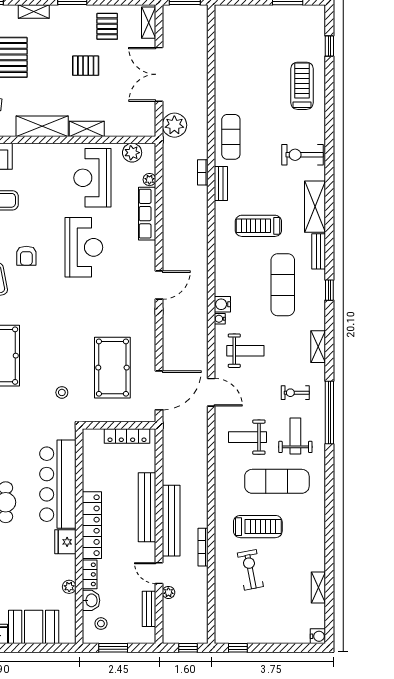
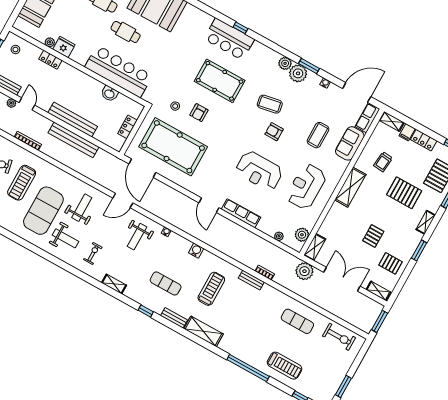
shelving: (87, 129) -> (315, 247), moved
exercise mat: (231, 137) -> (297, 321), moved
exercise bike: (303, 155) -> (339, 337), moved, turned 90
reception desk: (92, 178) -> (306, 187), moved, turned -90
row of seats: (147, 214) -> (241, 213), moved
exercise mat: (283, 285) -> (166, 283), width x0.73, depth x0.69
water cooler: (222, 304) -> (196, 251), moved
armchair: (54, 359) -> (199, 113), added
pool table: (112, 368) -> (173, 147), width x1.36, depth x1.32
window: (329, 413) -> (248, 368), moved
locker: (127, 436) -> (128, 127), width x0.66
exercise mat: (277, 481) -> (43, 211), width x1.47
bench: (171, 521) -> (74, 140), moved
locker: (92, 525) -> (81, 78), removed
fridge: (65, 542) -> (64, 47), moved
door: (159, 573) -> (27, 104), hinge flipped
washbasin: (91, 600) -> (110, 94), moved

